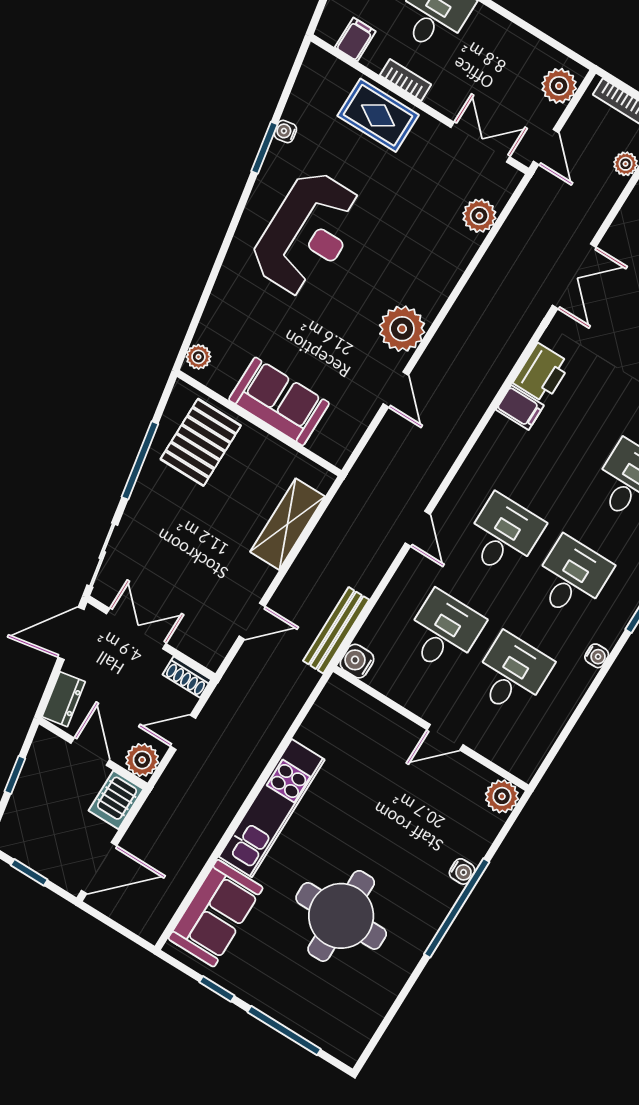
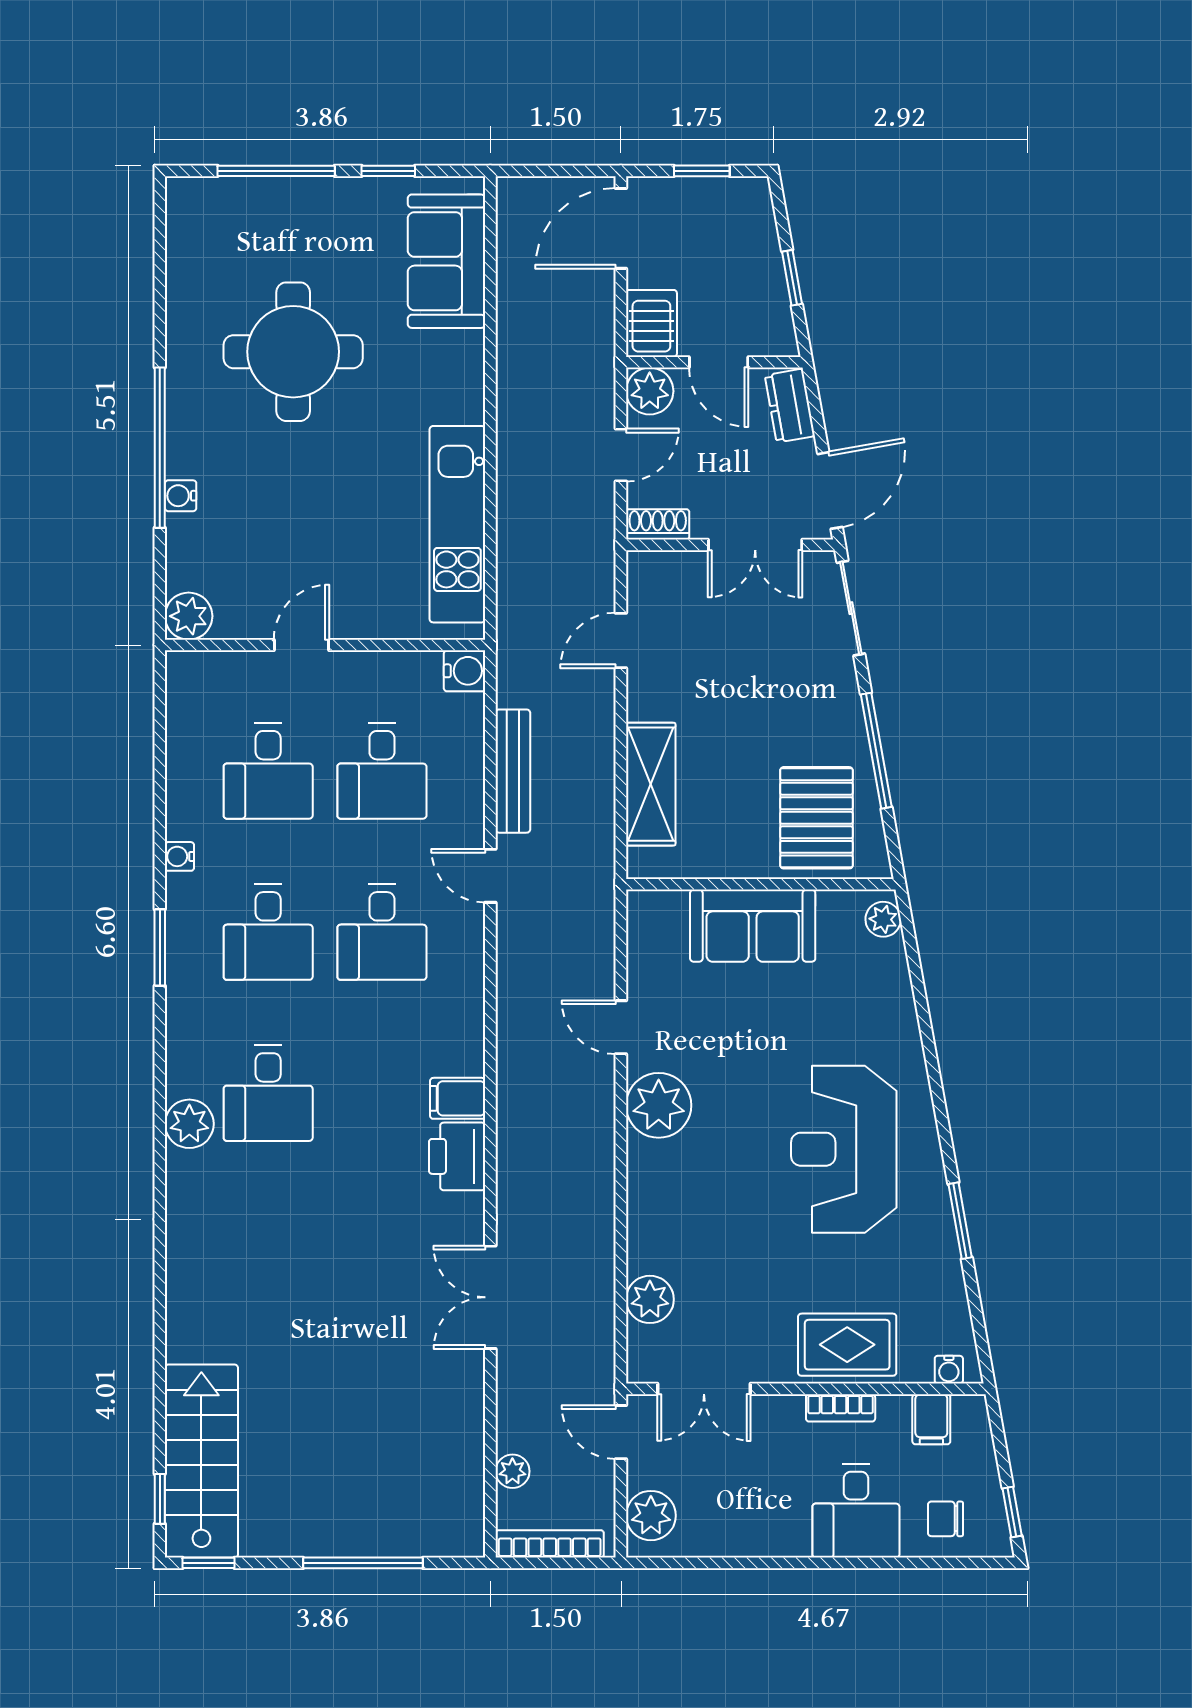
water cooler: (285, 132) -> (949, 1370), moved, turned 100
bench: (336, 630) -> (513, 771), moved
kitchen unit: (272, 808) -> (457, 524), moved

